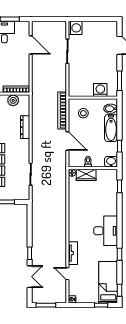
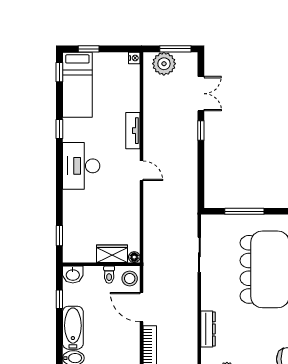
stool: (83, 113) -> (130, 279), moved
door: (67, 274) -> (141, 171), moved
double door: (30, 277) -> (201, 94), swing flipped
plant: (53, 296) -> (164, 64), added

